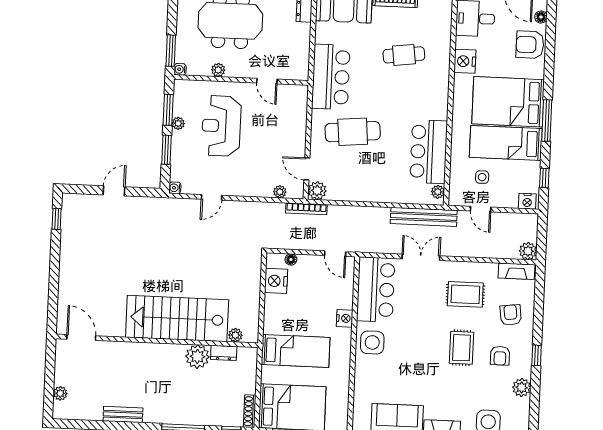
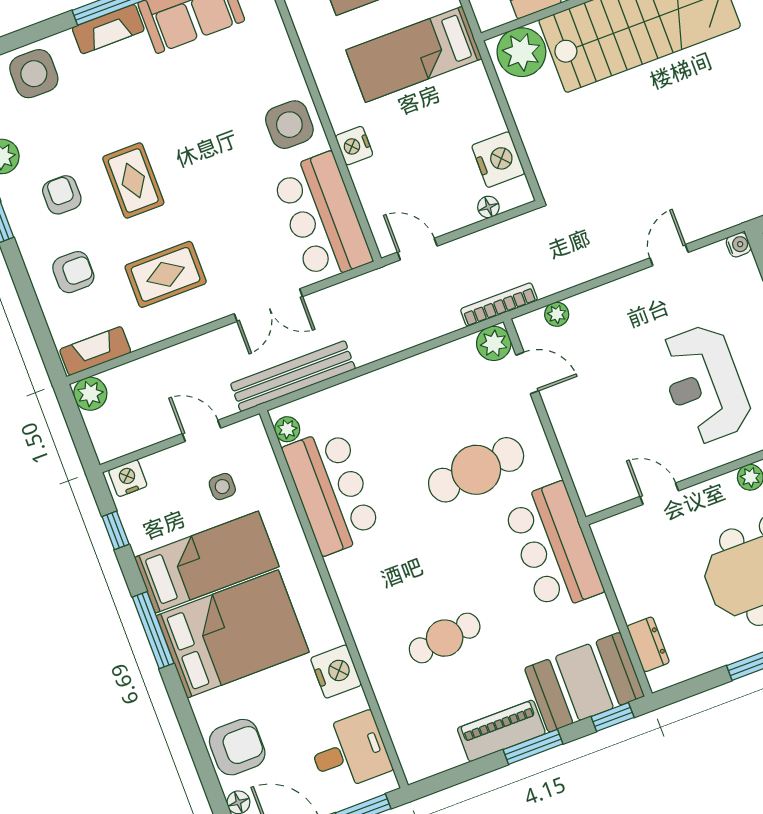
reception desk: (221, 126) -> (704, 384), turned 180
armchair: (511, 315) -> (73, 272), turned -83
plant: (235, 335) -> (521, 52), width x1.87, depth x1.87

